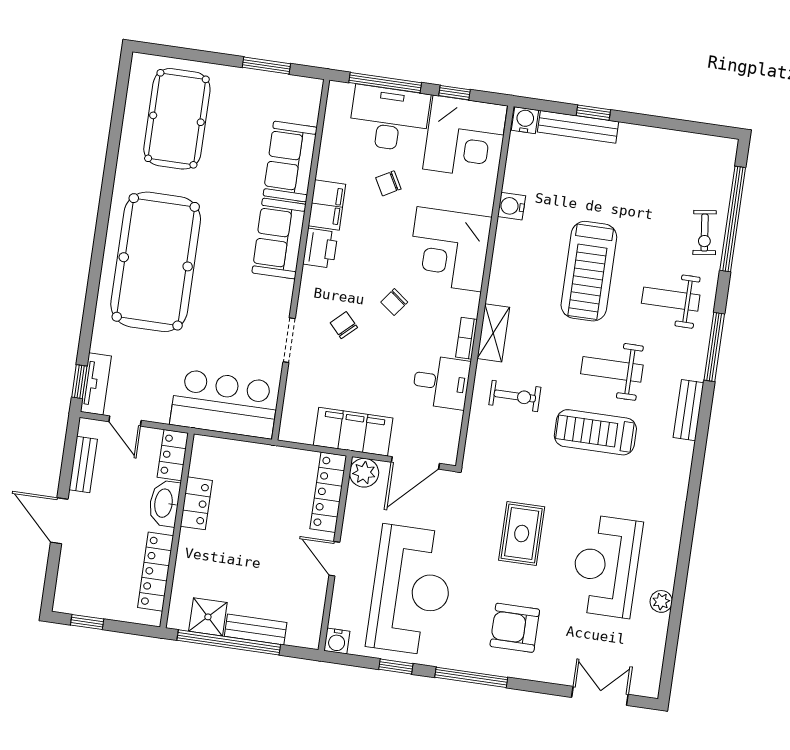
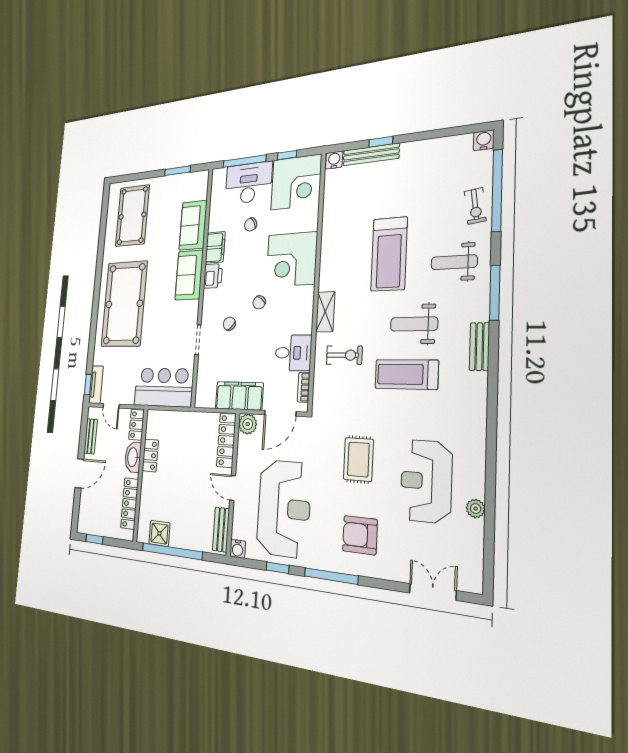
water cooler: (511, 206) -> (484, 140), moved, turned 90
bookcase: (466, 338) -> (304, 387), moved
door: (59, 521) -> (79, 473), swing flipped
bench: (256, 629) -> (221, 530), moved, turned 90

